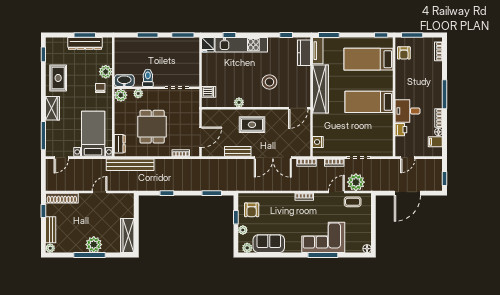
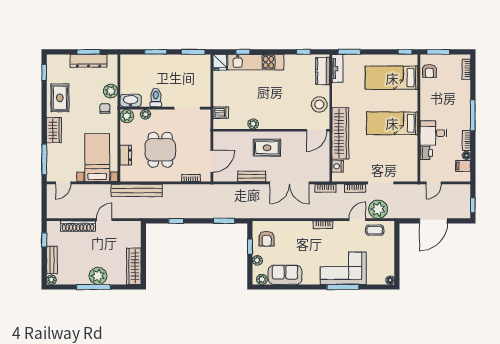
stool: (269, 82) -> (319, 104), moved
wardrobe: (321, 89) -> (340, 133), moved
dresser: (120, 144) -> (126, 155), moved
shoe rack: (62, 198) -> (78, 226), moved

